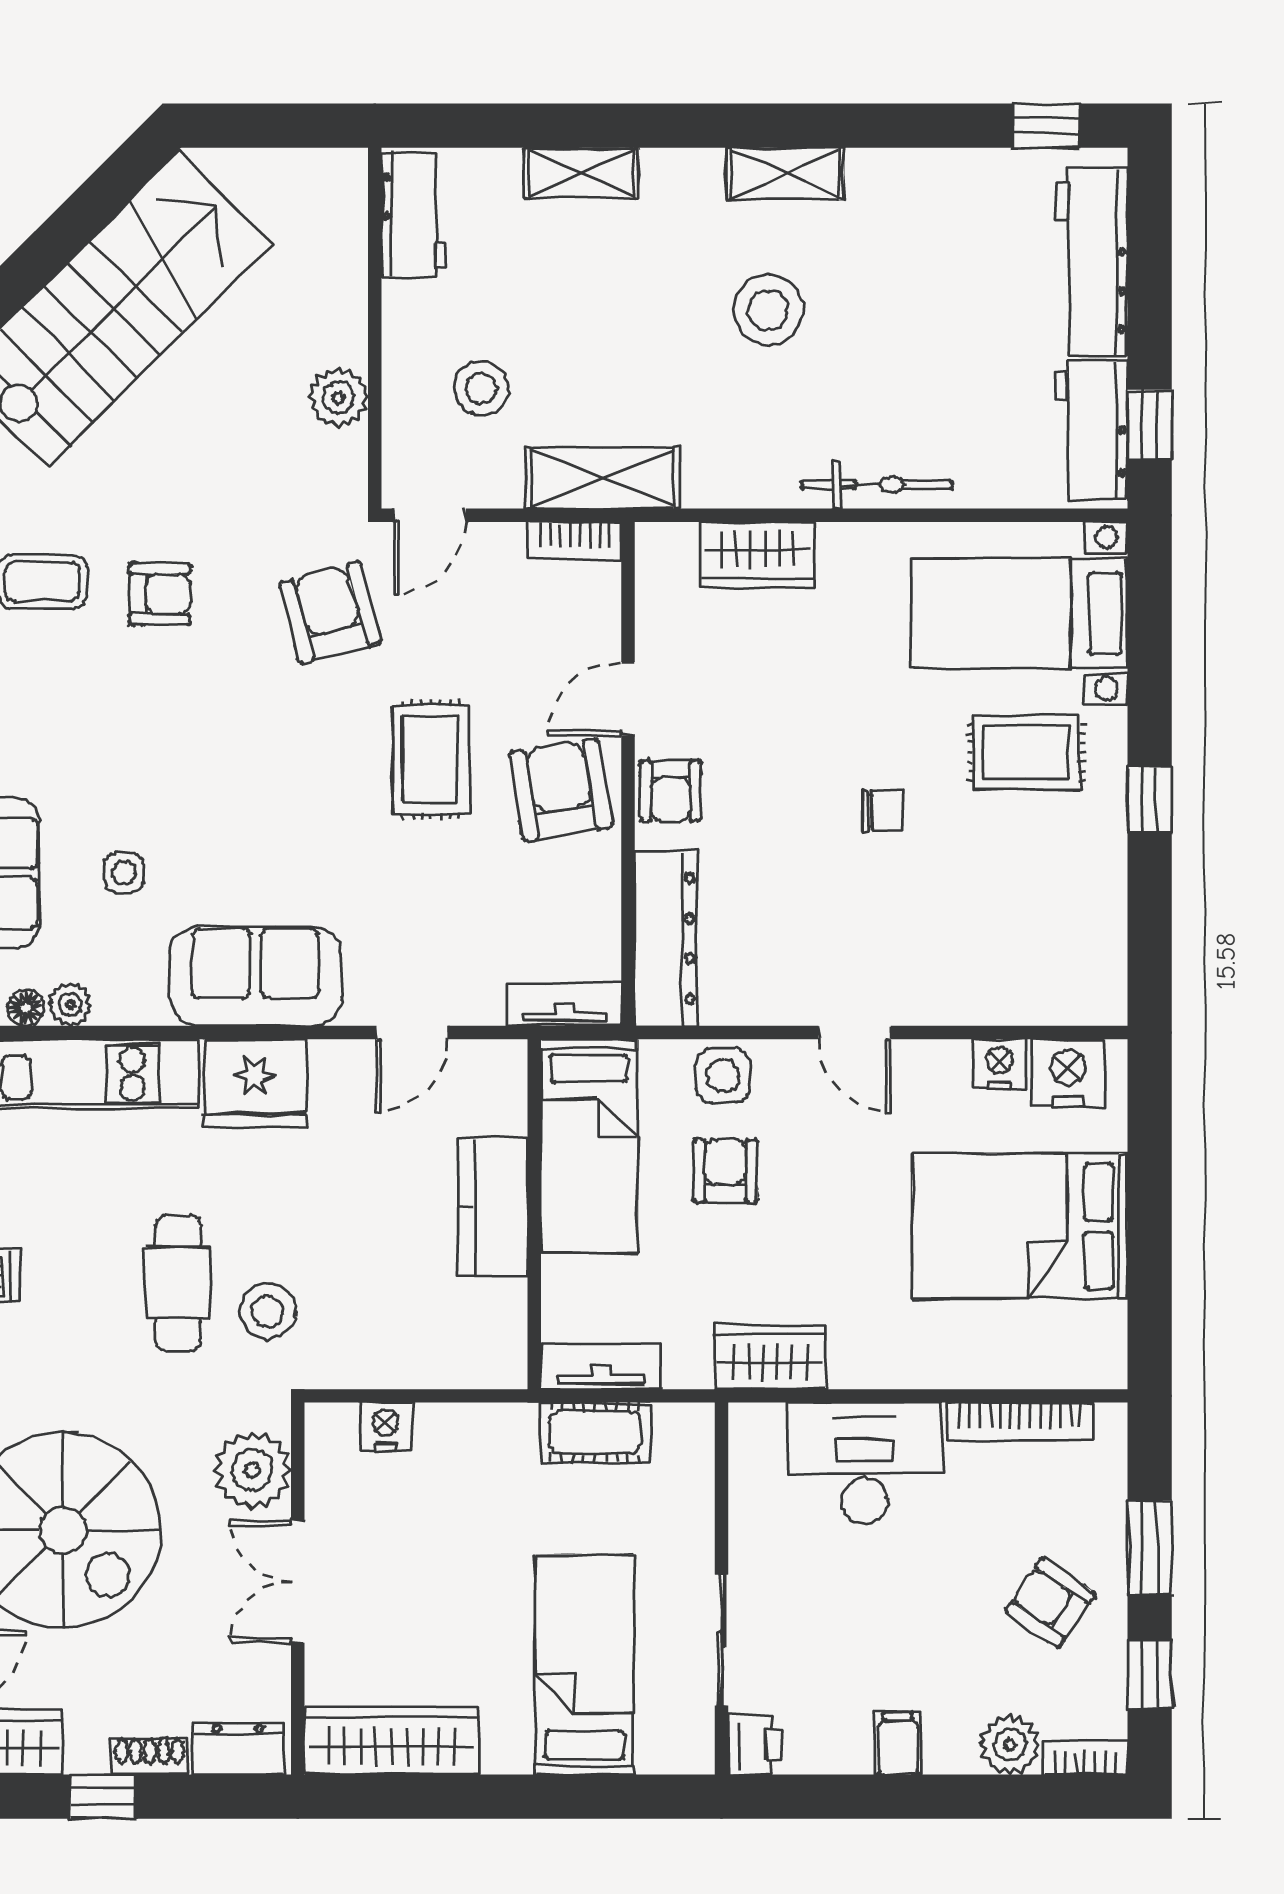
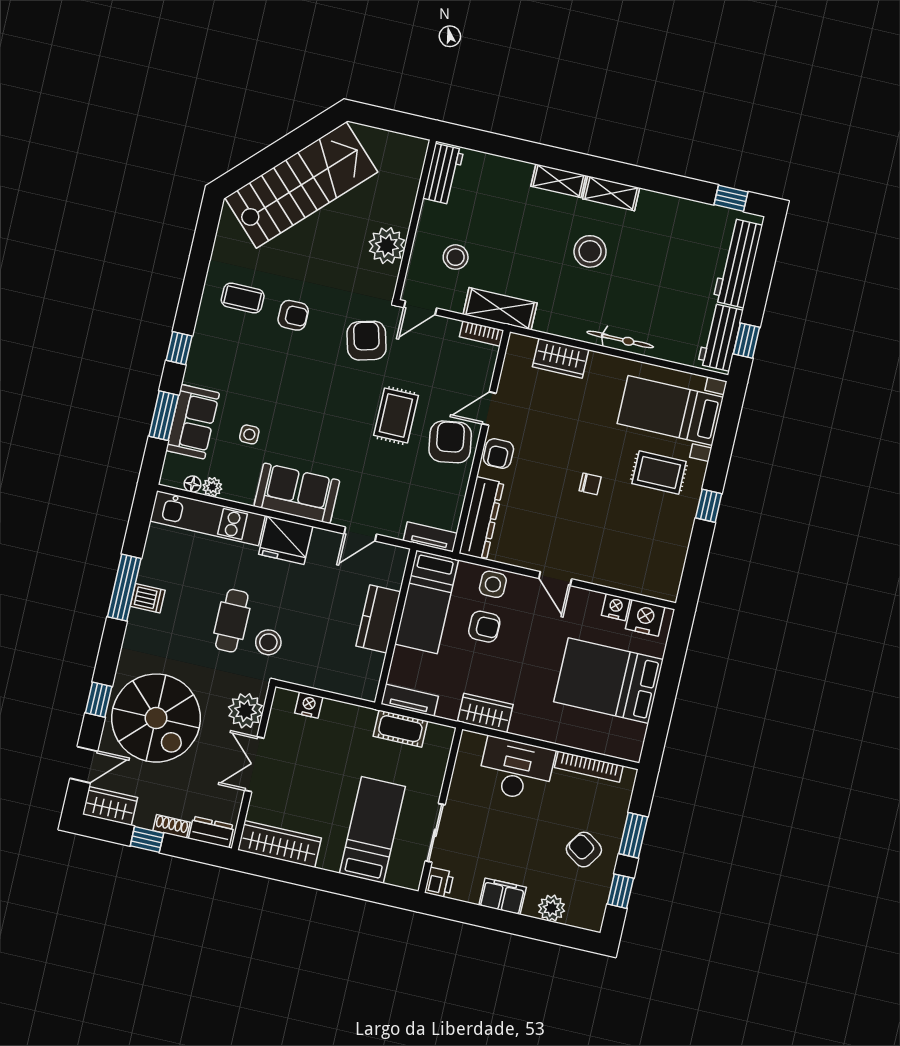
shelving: (581, 173) -> (558, 181), moved
plant: (338, 398) -> (387, 246), width x1.36, depth x1.36
armchair: (725, 1171) -> (484, 627), turned 90
filing cabinet: (898, 1743) -> (503, 896), width x2.00
bookcase: (1086, 1758) -> (584, 921), removed

